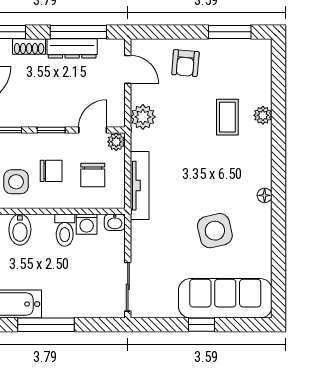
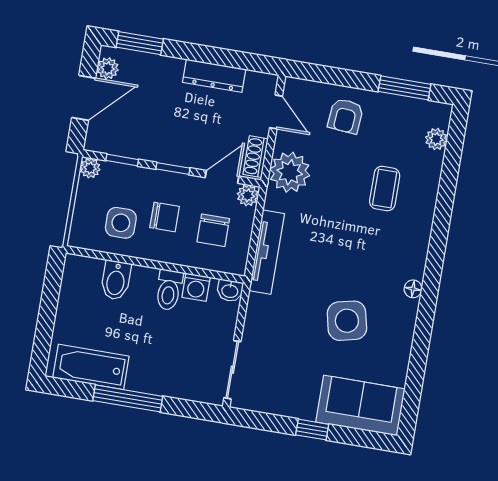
window: (78, 32) -> (225, 58), removed
shoe rack: (29, 46) -> (256, 157), moved, turned 90
plant: (263, 115) -> (436, 139), moved
plant: (143, 117) -> (290, 172), width x1.36, depth x1.36
sofa: (225, 298) -> (360, 406), width x0.73

